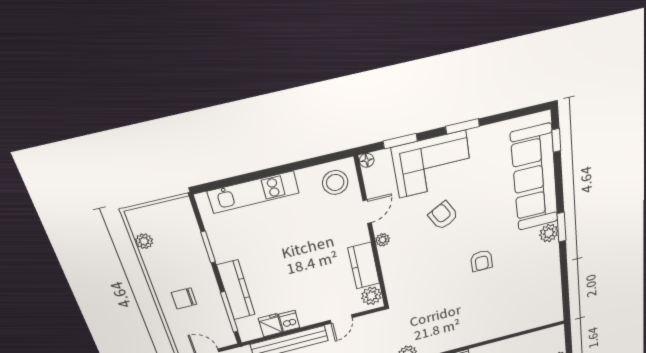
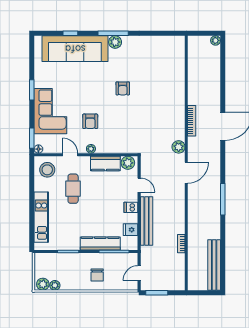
window: (556, 140) -> (70, 33), moved
window: (400, 141) -> (32, 138), moved
armchair: (443, 215) -> (90, 121), moved, turned -62
plant: (139, 222) -> (43, 284), added
window: (561, 227) -> (113, 33), width x1.44
cafe table: (313, 229) -> (73, 189), added
armchair: (481, 261) -> (123, 88), turned 90
dishwasher: (289, 321) -> (131, 207), moved

